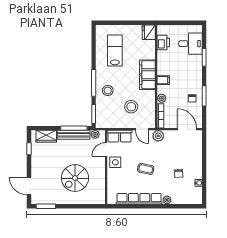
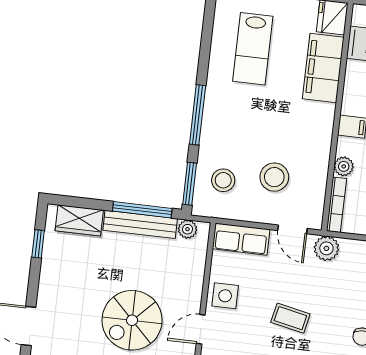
lab bench: (115, 50) -> (253, 49), turned 180
filing cabinet: (147, 75) -> (323, 68), moved
stool: (108, 90) -> (223, 180), moved
door: (106, 149) -> (201, 329), moved

